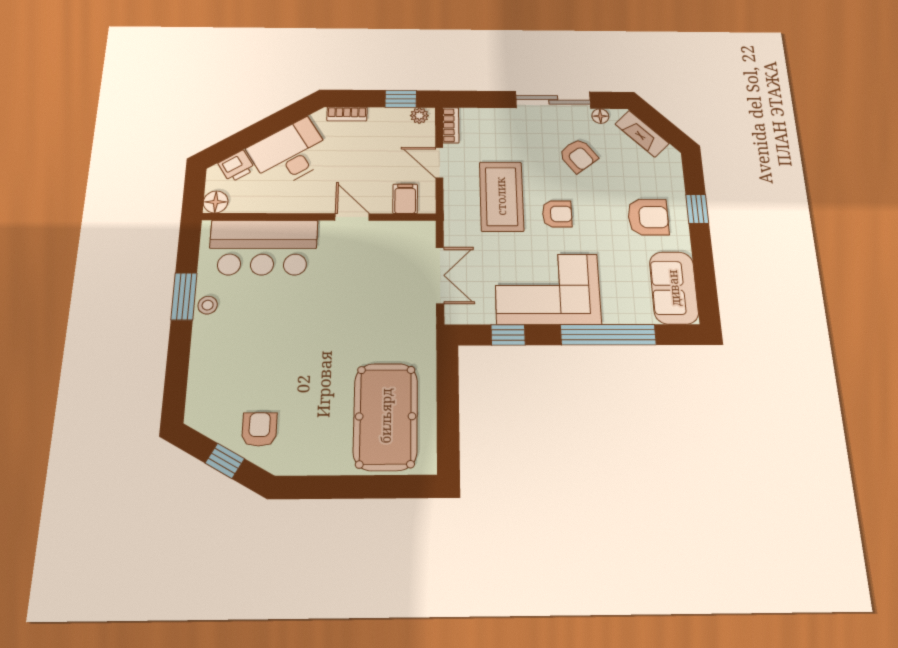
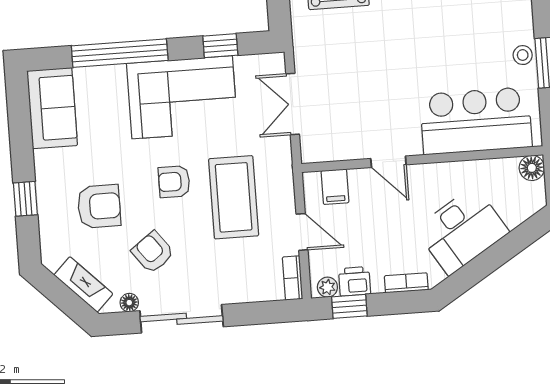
printer: (237, 166) -> (355, 281), moved, turned 32
armchair: (648, 217) -> (99, 206), moved, turned 180

